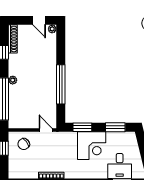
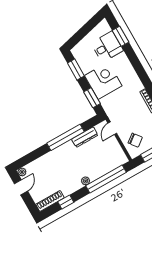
dresser: (51, 101) -> (85, 137), added

